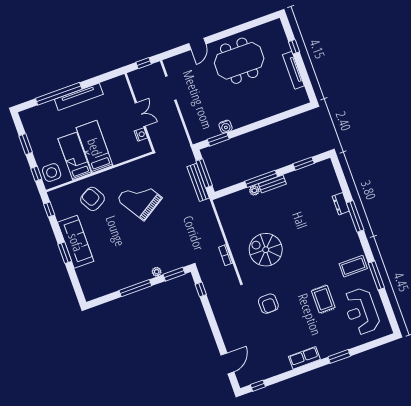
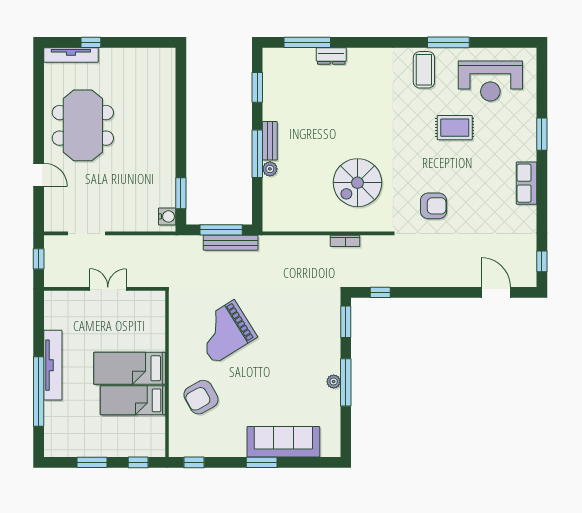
tv unit: (293, 70) -> (71, 55), moved
water cooler: (226, 127) -> (167, 216), moved
nightstand: (141, 134) -> (136, 298), removed
side table: (52, 172) -> (144, 441), removed
window: (355, 216) -> (307, 42), moved
sofa: (76, 242) -> (283, 442), moved
plant: (157, 272) -> (334, 382), moved

